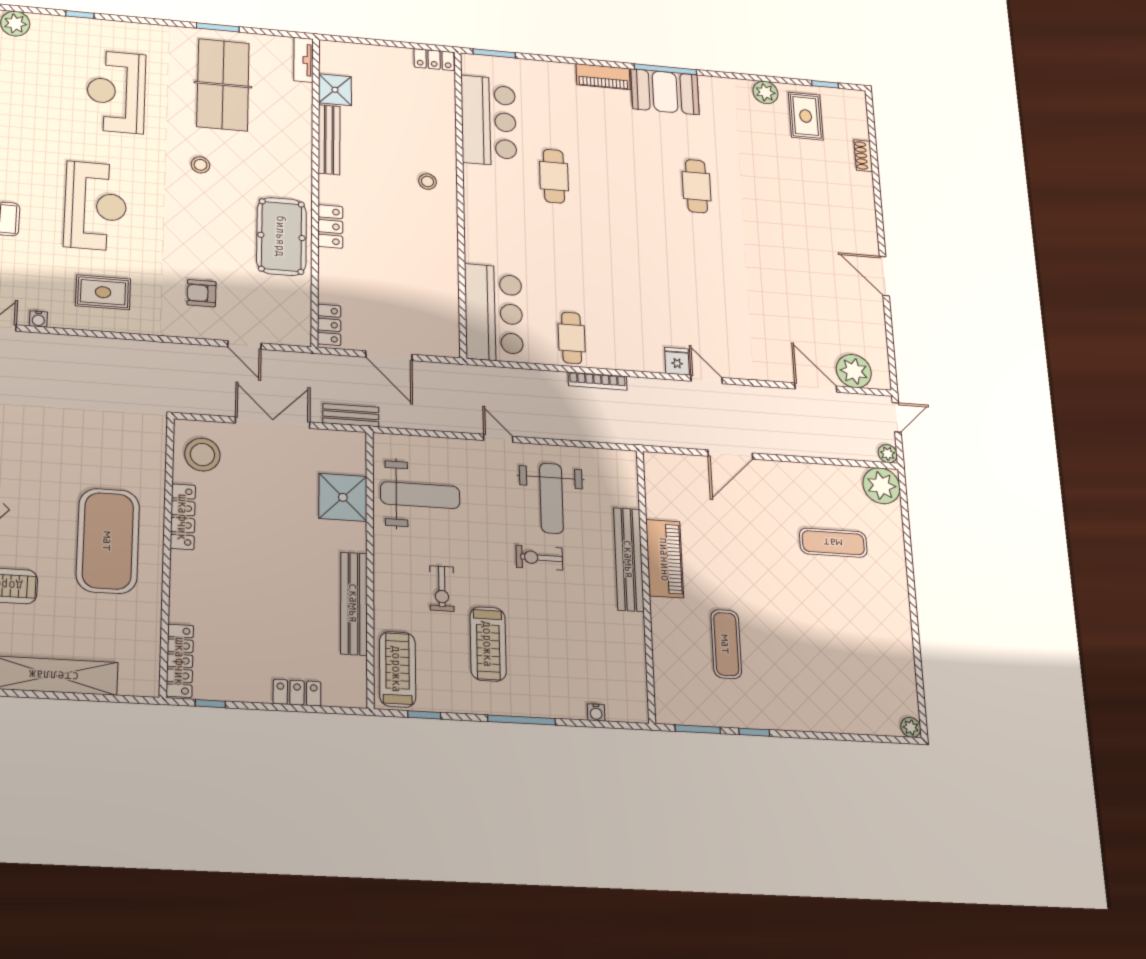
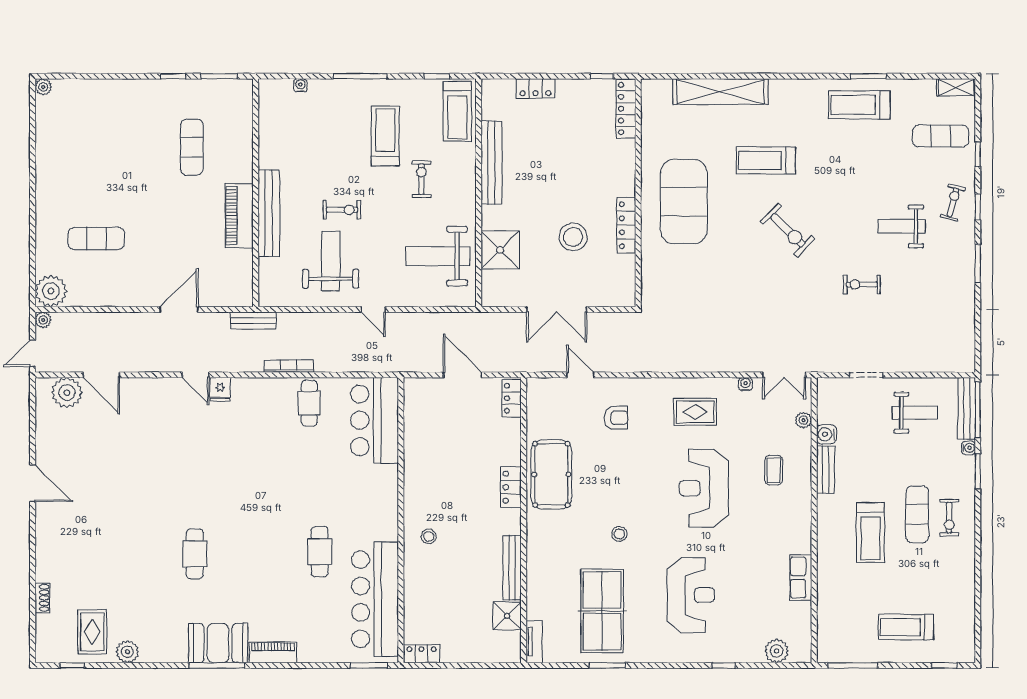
bar counter: (489, 121) -> (375, 599), width x1.36
bench: (351, 415) -> (253, 321), moved
stool: (202, 455) -> (573, 237), moved

